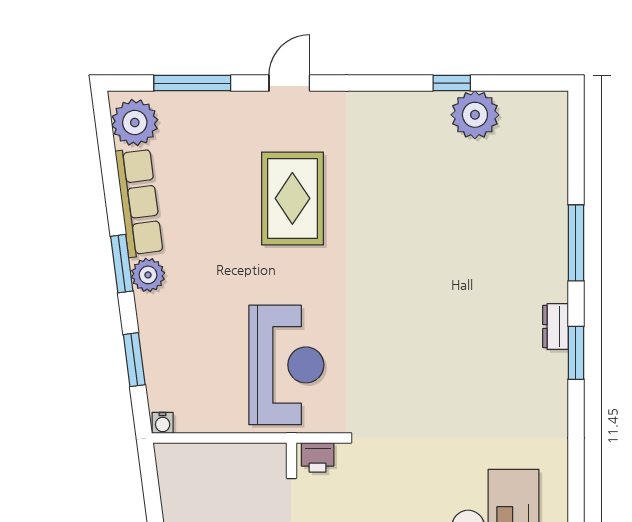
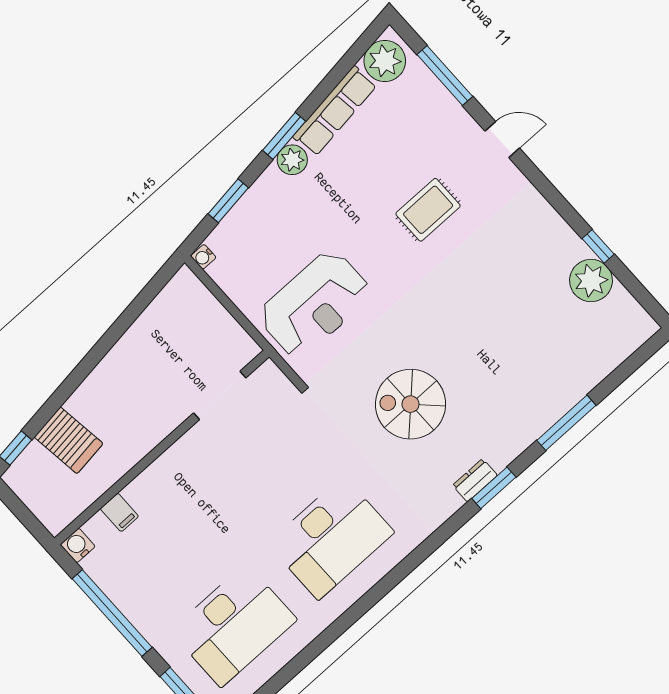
rug: (292, 198) -> (428, 210), width x0.73, depth x0.70
dresser: (555, 326) -> (475, 480), moved
spiral stairs: (443, 360) -> (411, 404), added
printer: (318, 457) -> (272, 379), removed

